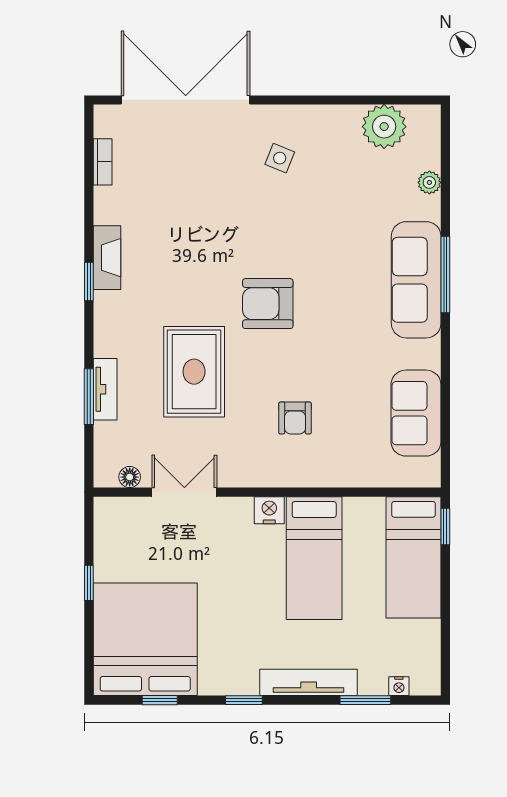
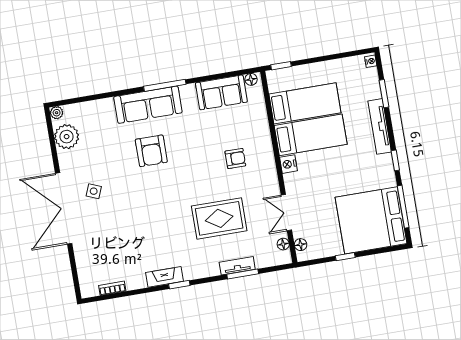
double door: (186, 100) -> (64, 208), moved
plant: (429, 182) -> (57, 113), moved
window: (445, 275) -> (165, 85), moved
armchair: (268, 304) -> (151, 151), moved
floor lamp: (430, 469) -> (251, 79), added
floor lamp: (123, 508) -> (301, 245), added
bed: (414, 557) -> (305, 103), moved
nightstand: (399, 686) -> (371, 61), moved
window: (160, 700) -> (403, 207), width x2.17

